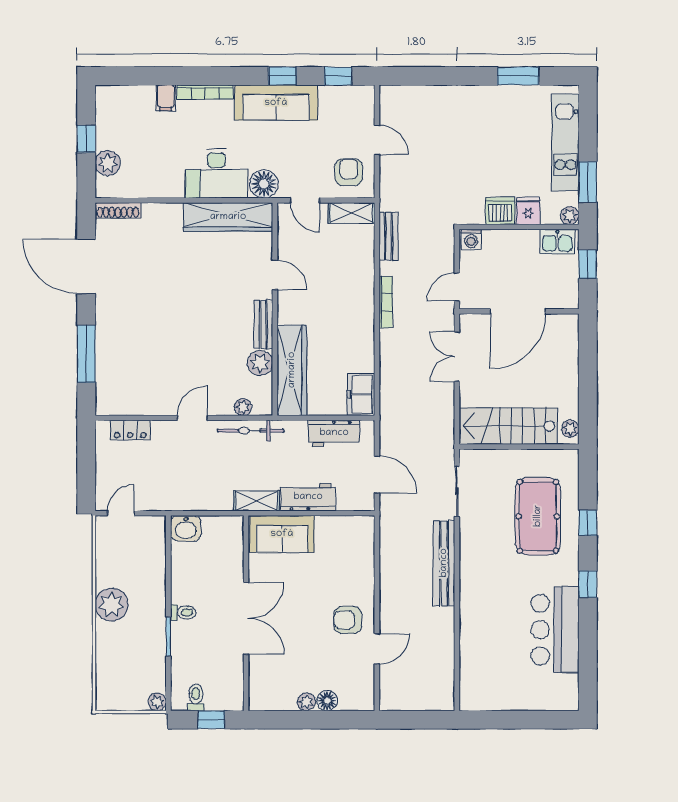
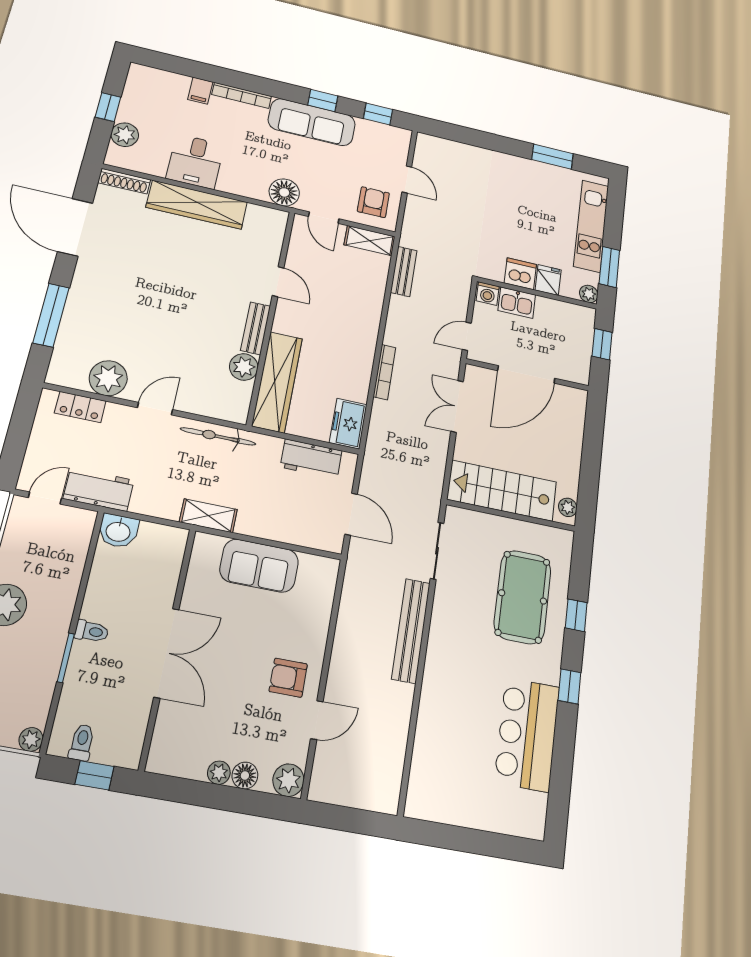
desk: (216, 173) -> (195, 161), moved, width x0.73
wardrobe: (228, 217) -> (197, 205), moved
kitchen sink: (557, 242) -> (517, 303), moved
bookcase: (386, 302) -> (384, 372), moved
plant: (243, 407) -> (108, 378), moved, width x1.88, depth x1.88
workbench: (308, 497) -> (99, 489), moved
sofa: (282, 534) -> (259, 566), moved
plant: (362, 698) -> (288, 780), added

